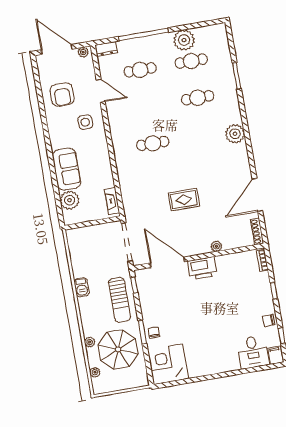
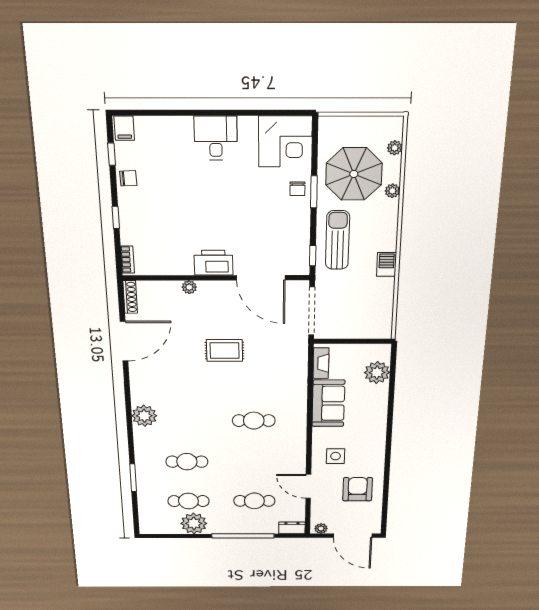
sofa: (67, 169) -> (328, 403), moved, turned 180
desk: (253, 352) -> (216, 138), moved

